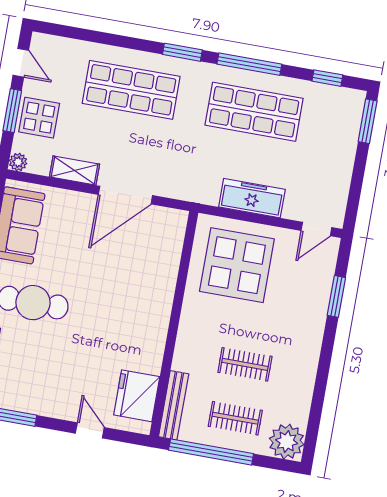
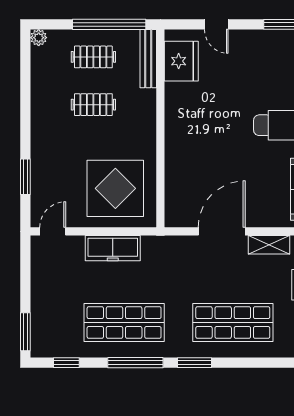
plant: (287, 442) -> (39, 38), width x0.53, depth x0.53

